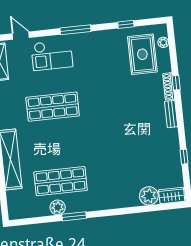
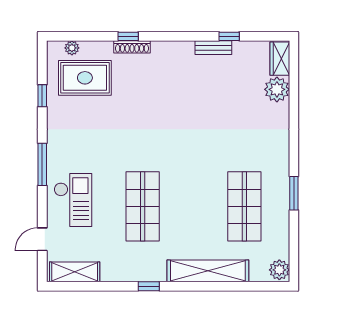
bench: (171, 114) -> (213, 48), moved
plant: (58, 207) -> (279, 270), moved

